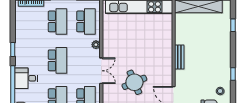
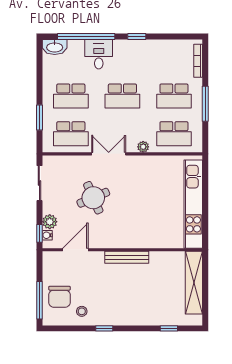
bench: (179, 57) -> (127, 257), width x1.36
double door: (101, 71) -> (109, 154), swing flipped

